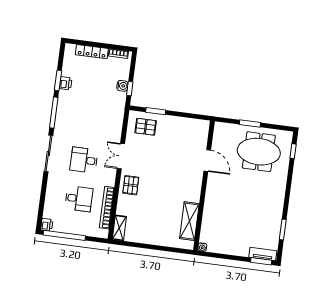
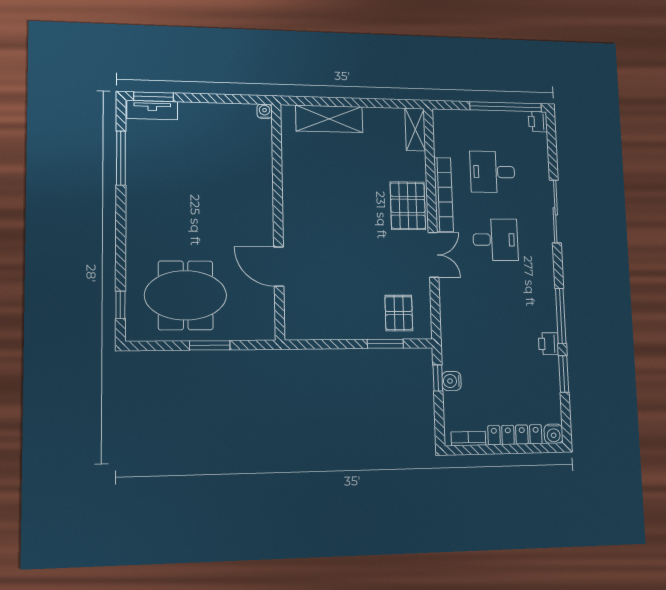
water cooler: (70, 49) -> (554, 434), added
printer: (66, 83) -> (549, 344), moved
pallet: (146, 127) -> (399, 313), turned 90
sliding door: (48, 153) -> (555, 211), moved
pallet: (131, 185) -> (408, 206), width x1.50, depth x1.42
bookcase: (107, 208) -> (444, 194), moved
shelving: (189, 221) -> (329, 119), moved, turned 90
window: (283, 229) -> (121, 158), width x1.44

